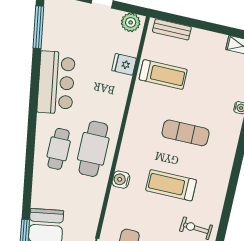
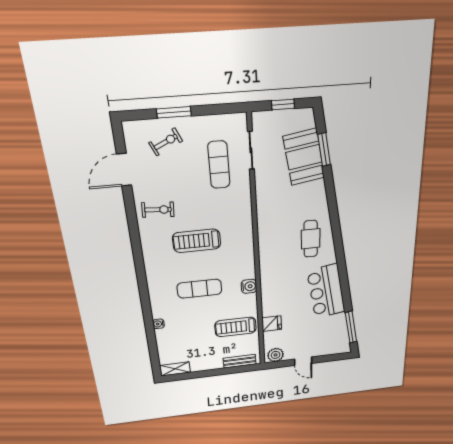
cafe table: (93, 149) -> (279, 249), removed
water cooler: (121, 180) -> (249, 286), moved
treadmill: (171, 185) -> (197, 241), turned 180

